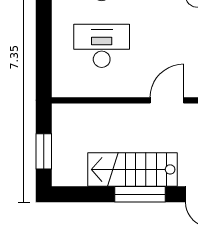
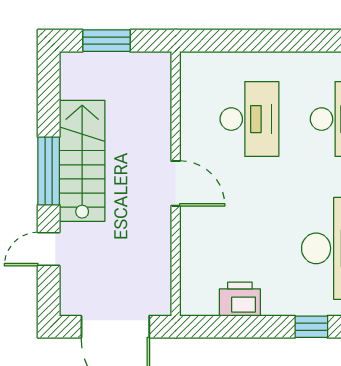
door: (167, 100) -> (176, 183), moved

